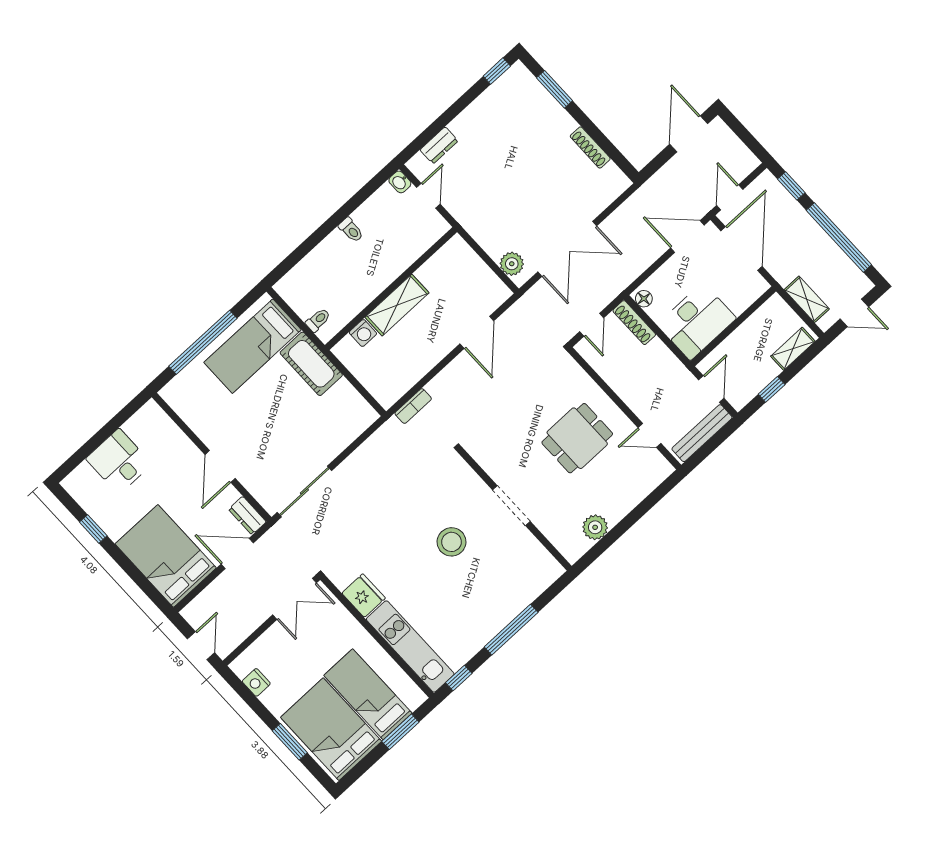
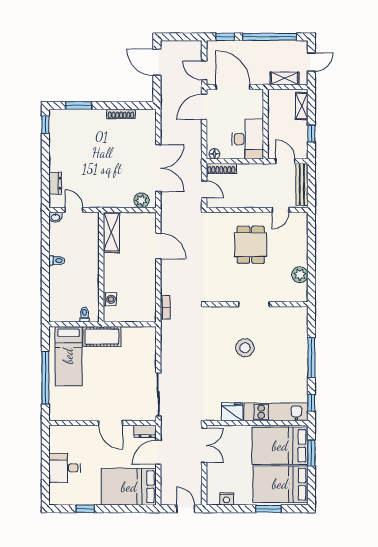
shelving: (397, 305) -> (111, 232), moved
bed: (368, 694) -> (280, 446), width x1.50

